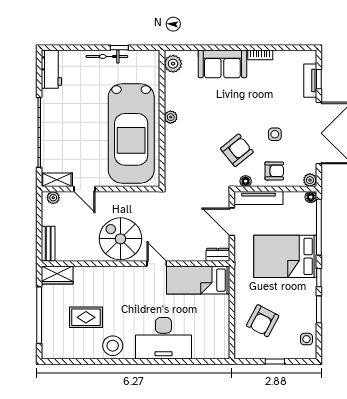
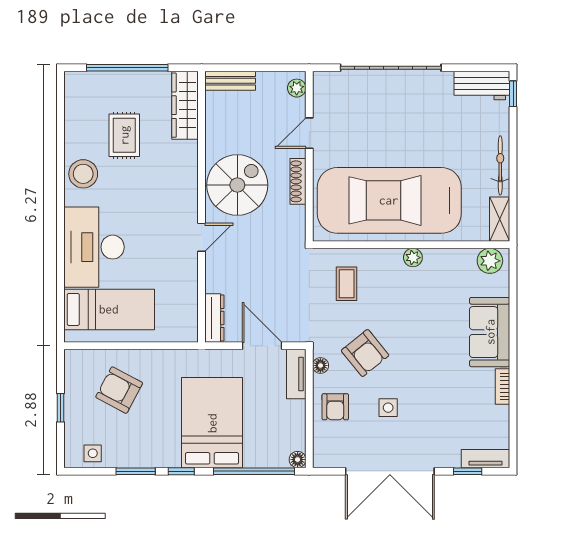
window: (119, 48) -> (513, 94), moved
tv unit: (310, 81) -> (486, 459), moved
coffee table: (189, 163) -> (347, 284), added
shelving: (57, 180) -> (500, 219), moved
plant: (310, 180) -> (322, 458), removed
shoe rack: (118, 197) -> (298, 181), added
tv unit: (259, 198) -> (296, 374), width x0.71
door: (232, 222) -> (262, 346), hinge flipped
dresser: (218, 255) -> (214, 318), width x1.44
wardrobe: (57, 275) -> (185, 105), width x1.50
bed: (198, 280) -> (109, 309), moved, turned 90

